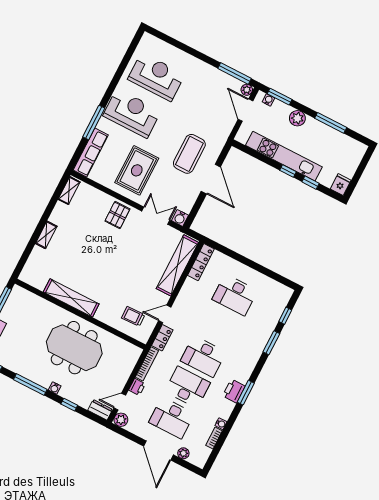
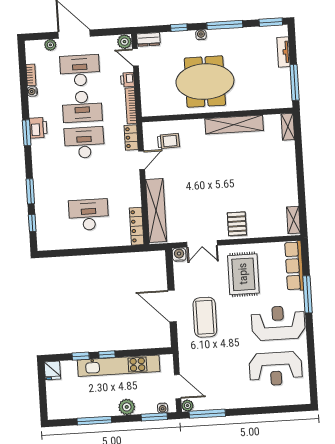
reception desk: (132, 113) -> (278, 323), turned 180
shelving: (46, 235) -> (288, 127), moved
door: (120, 402) -> (135, 57), swing flipped

